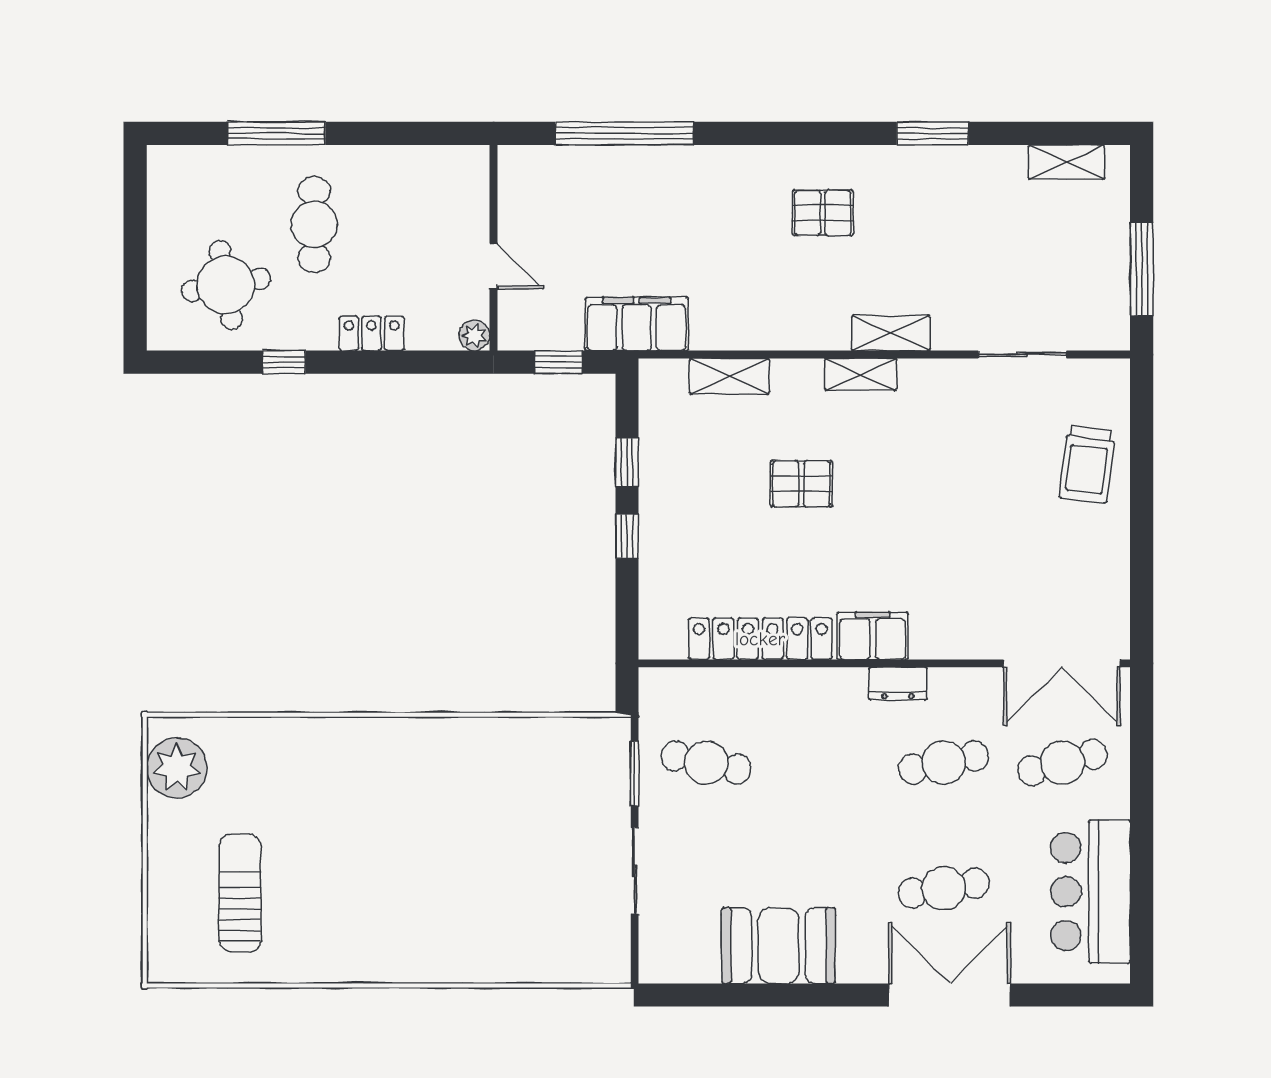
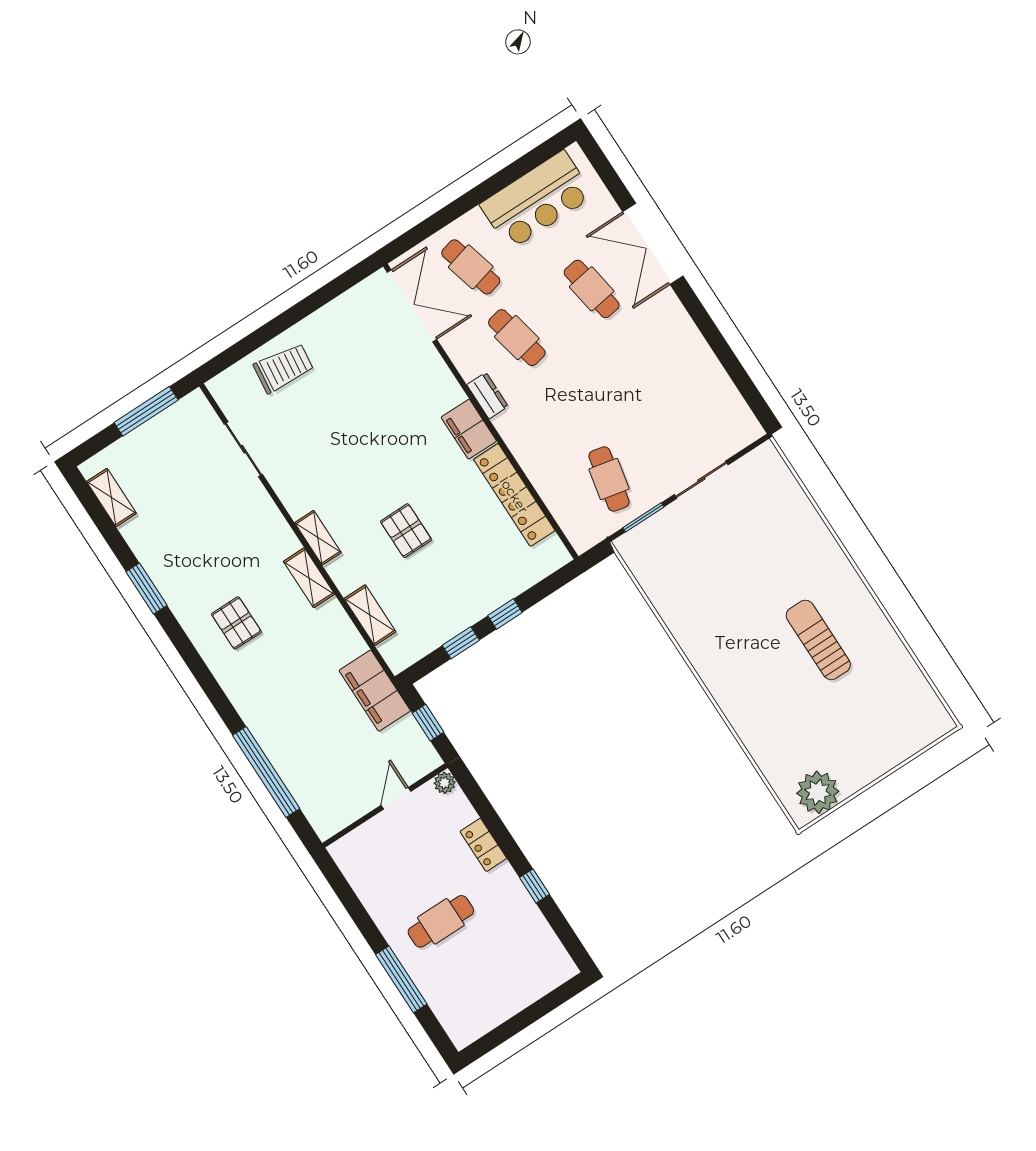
round table: (226, 285) -> (511, 950), removed
shelving: (891, 333) -> (309, 578), moved
sun lounger: (240, 893) -> (818, 640), moved, turned 90
booth: (778, 946) -> (690, 365), removed

